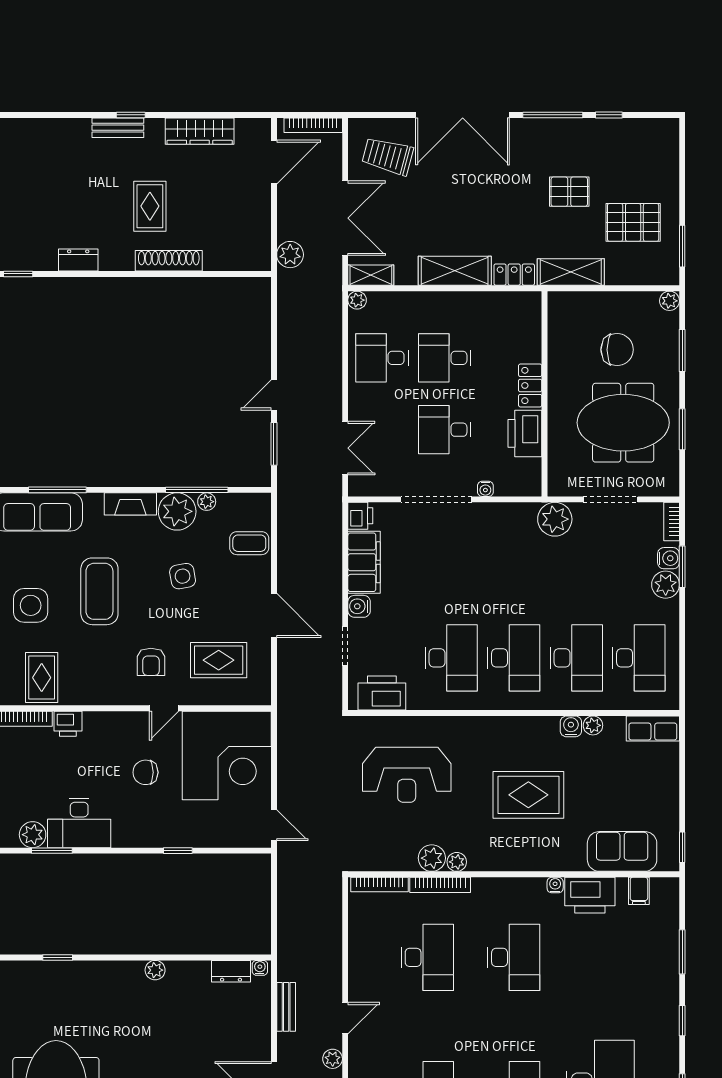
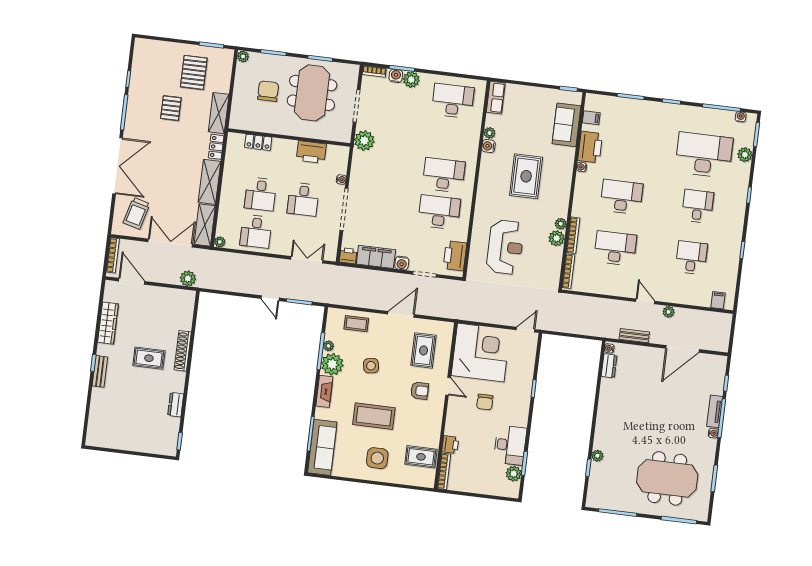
shelving: (371, 275) -> (205, 225), width x1.50, depth x1.33
locker: (530, 385) -> (258, 142), moved
coffee table: (249, 543) -> (356, 324), turned 90
desk: (576, 658) -> (448, 138), removed
plant: (155, 970) -> (597, 456), moved

